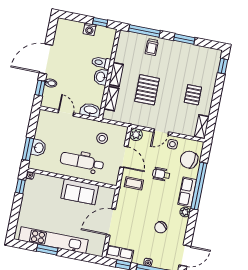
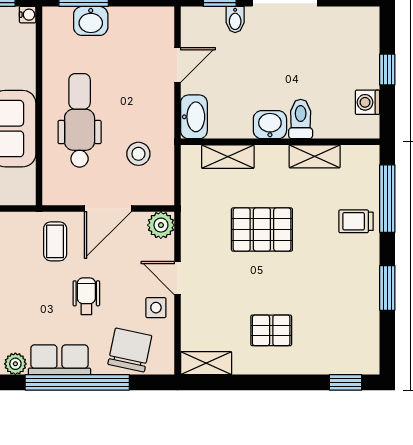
window: (100, 22) -> (387, 70), moved
washing machine: (90, 29) -> (367, 102), moved
shelving: (116, 74) -> (315, 156), moved

